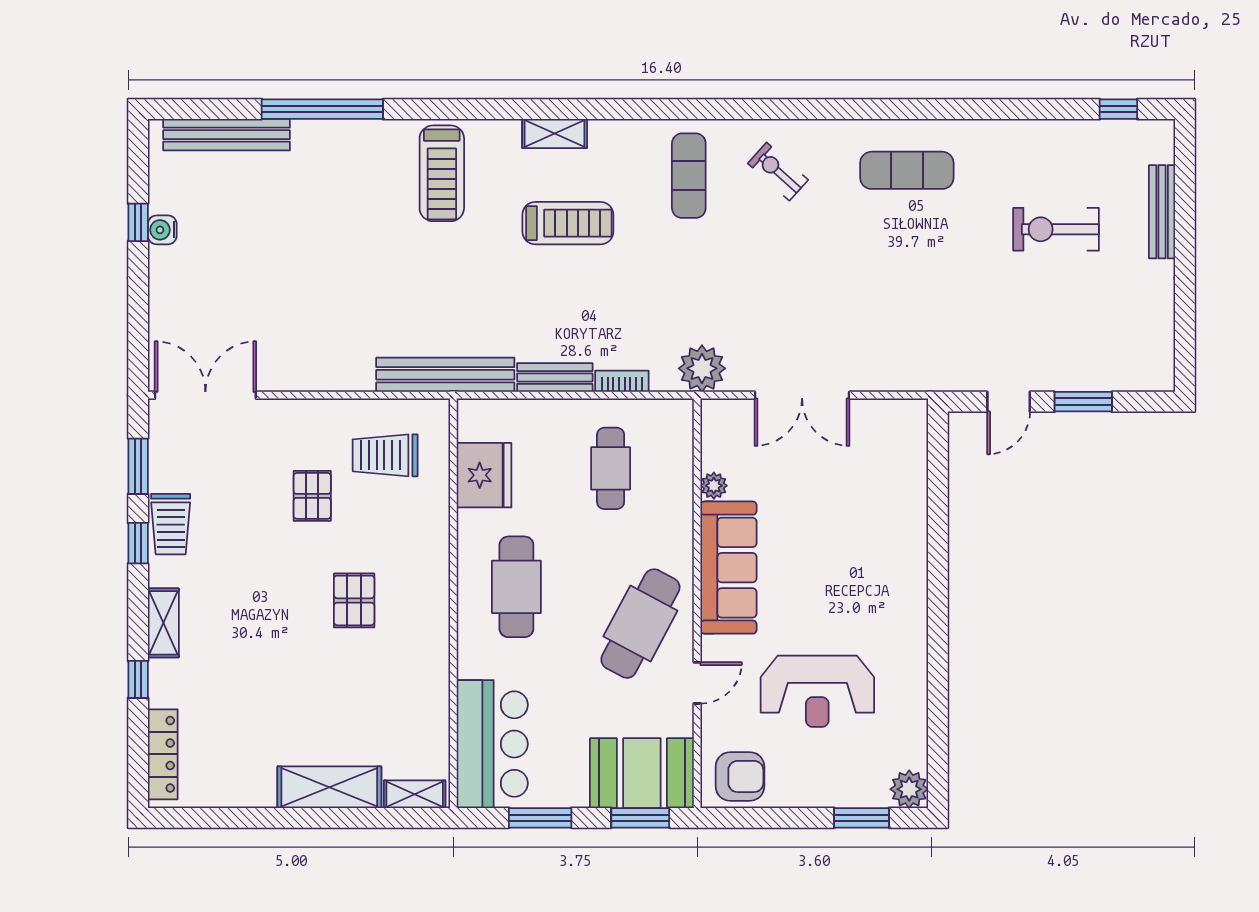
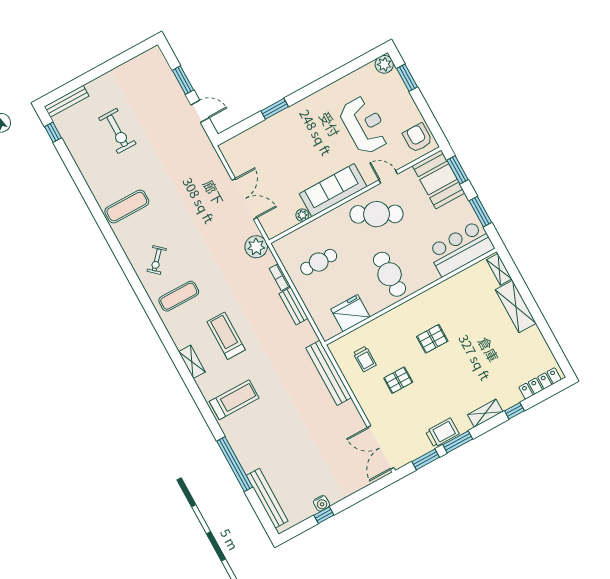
exercise mat: (907, 170) -> (127, 207), turned 90
bench: (1162, 212) -> (67, 101), moved
bench: (445, 375) -> (329, 373), moved
trolley: (385, 455) -> (365, 359), width x0.73, depth x0.72
window: (938, 542) -> (275, 109), added
window: (138, 543) -> (458, 442), width x1.50
cafe table: (516, 587) -> (390, 274), turned 90

